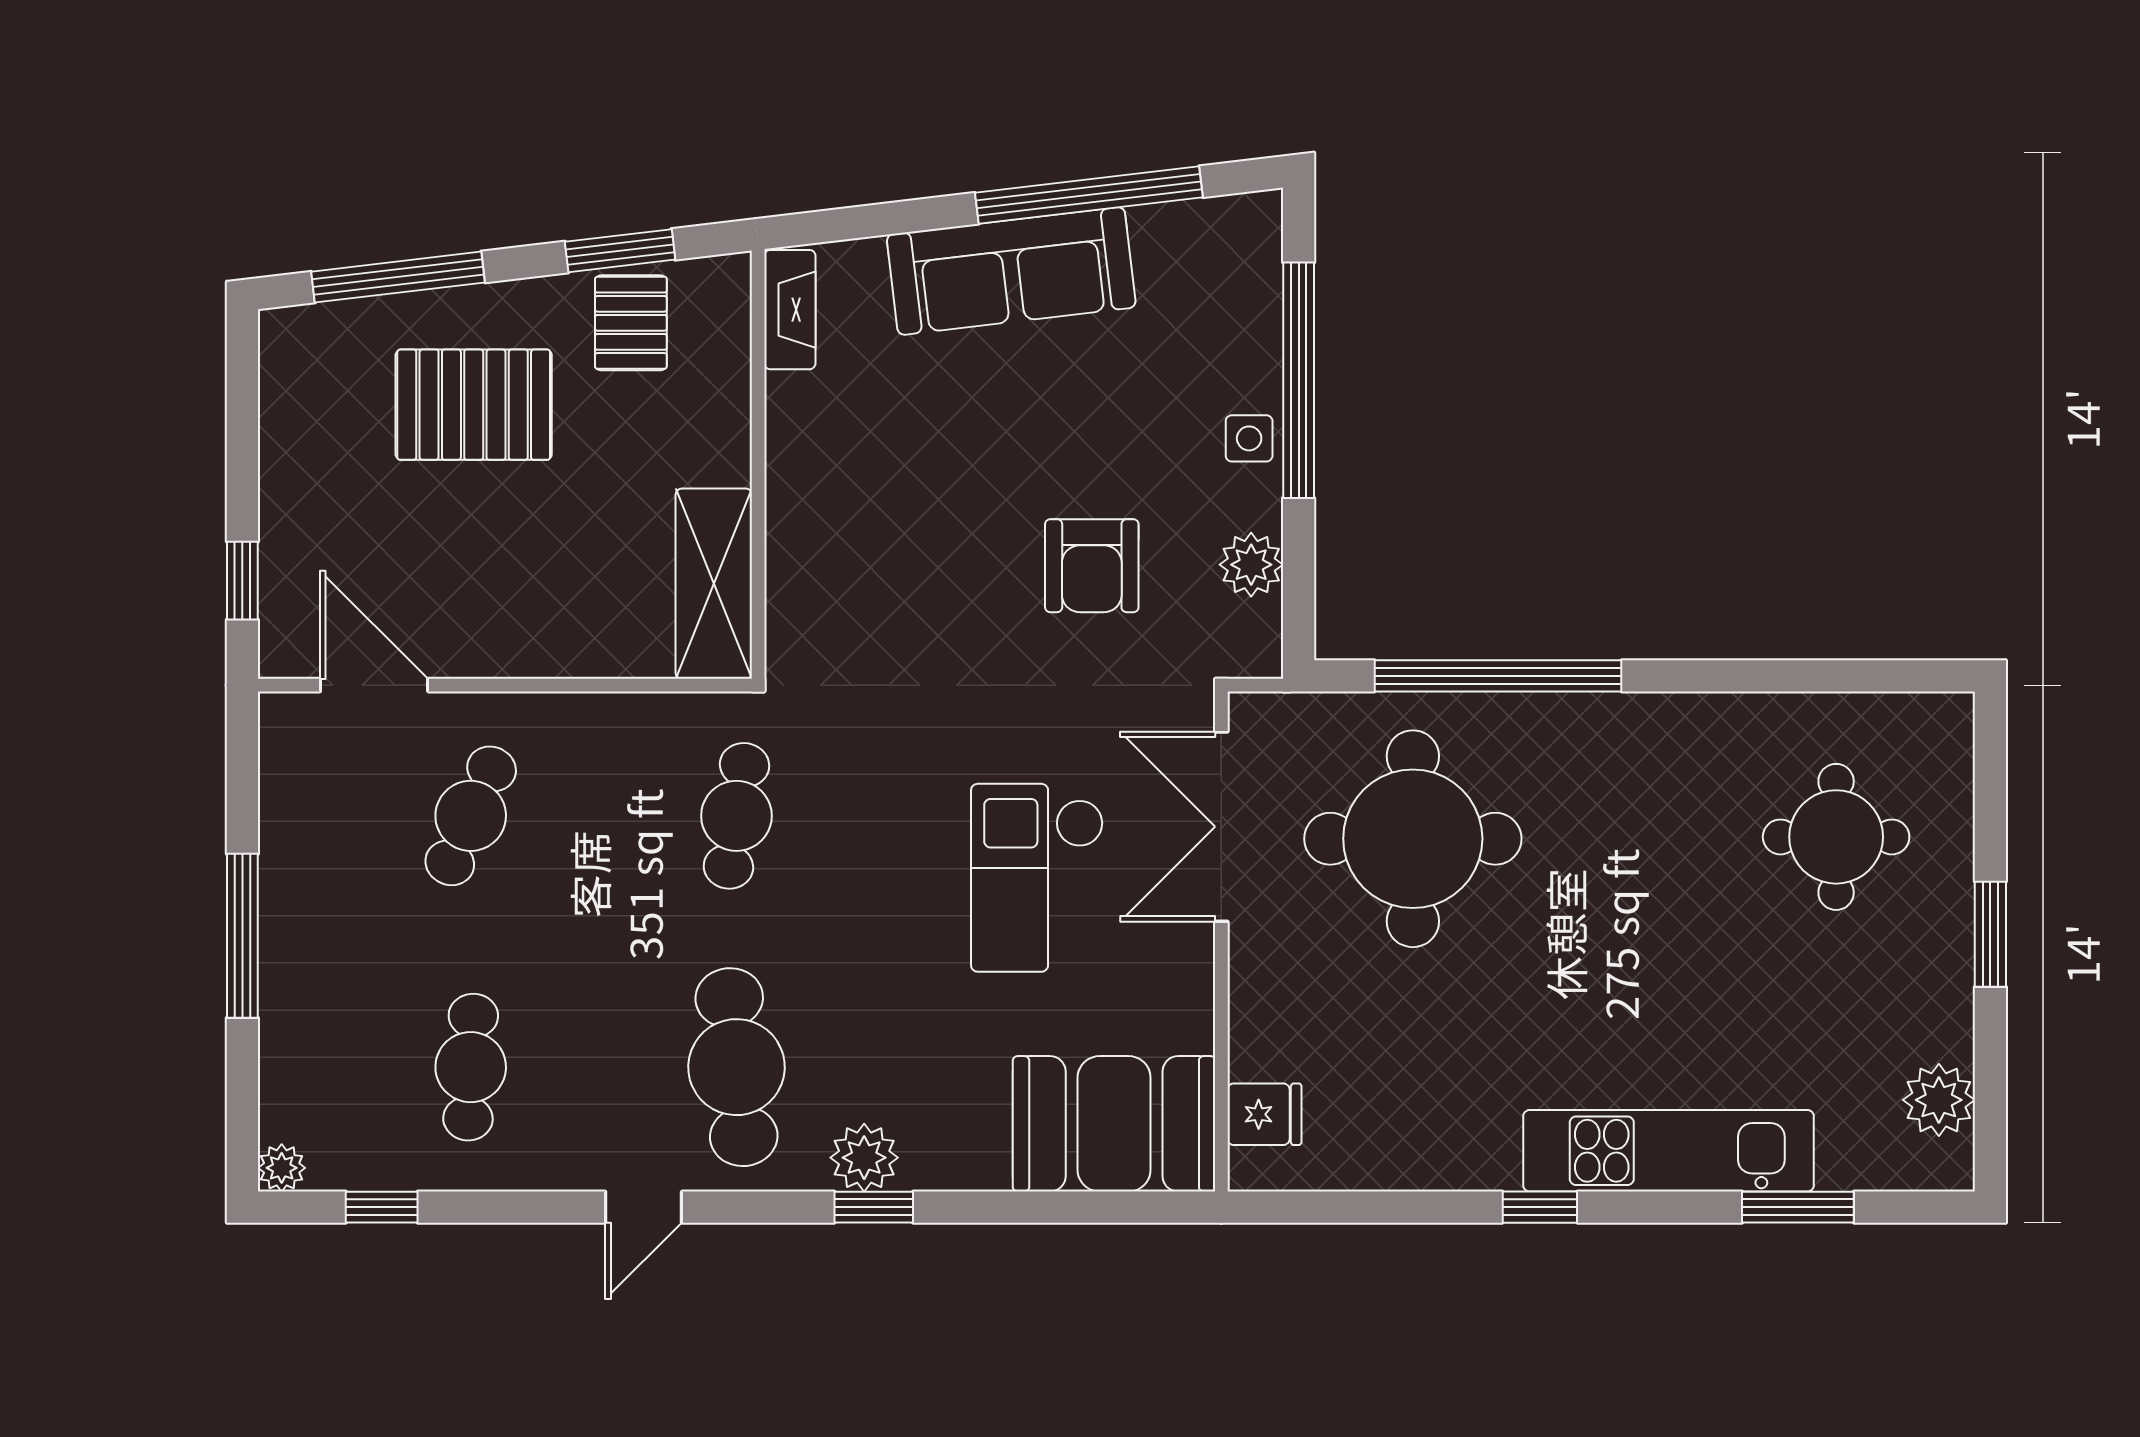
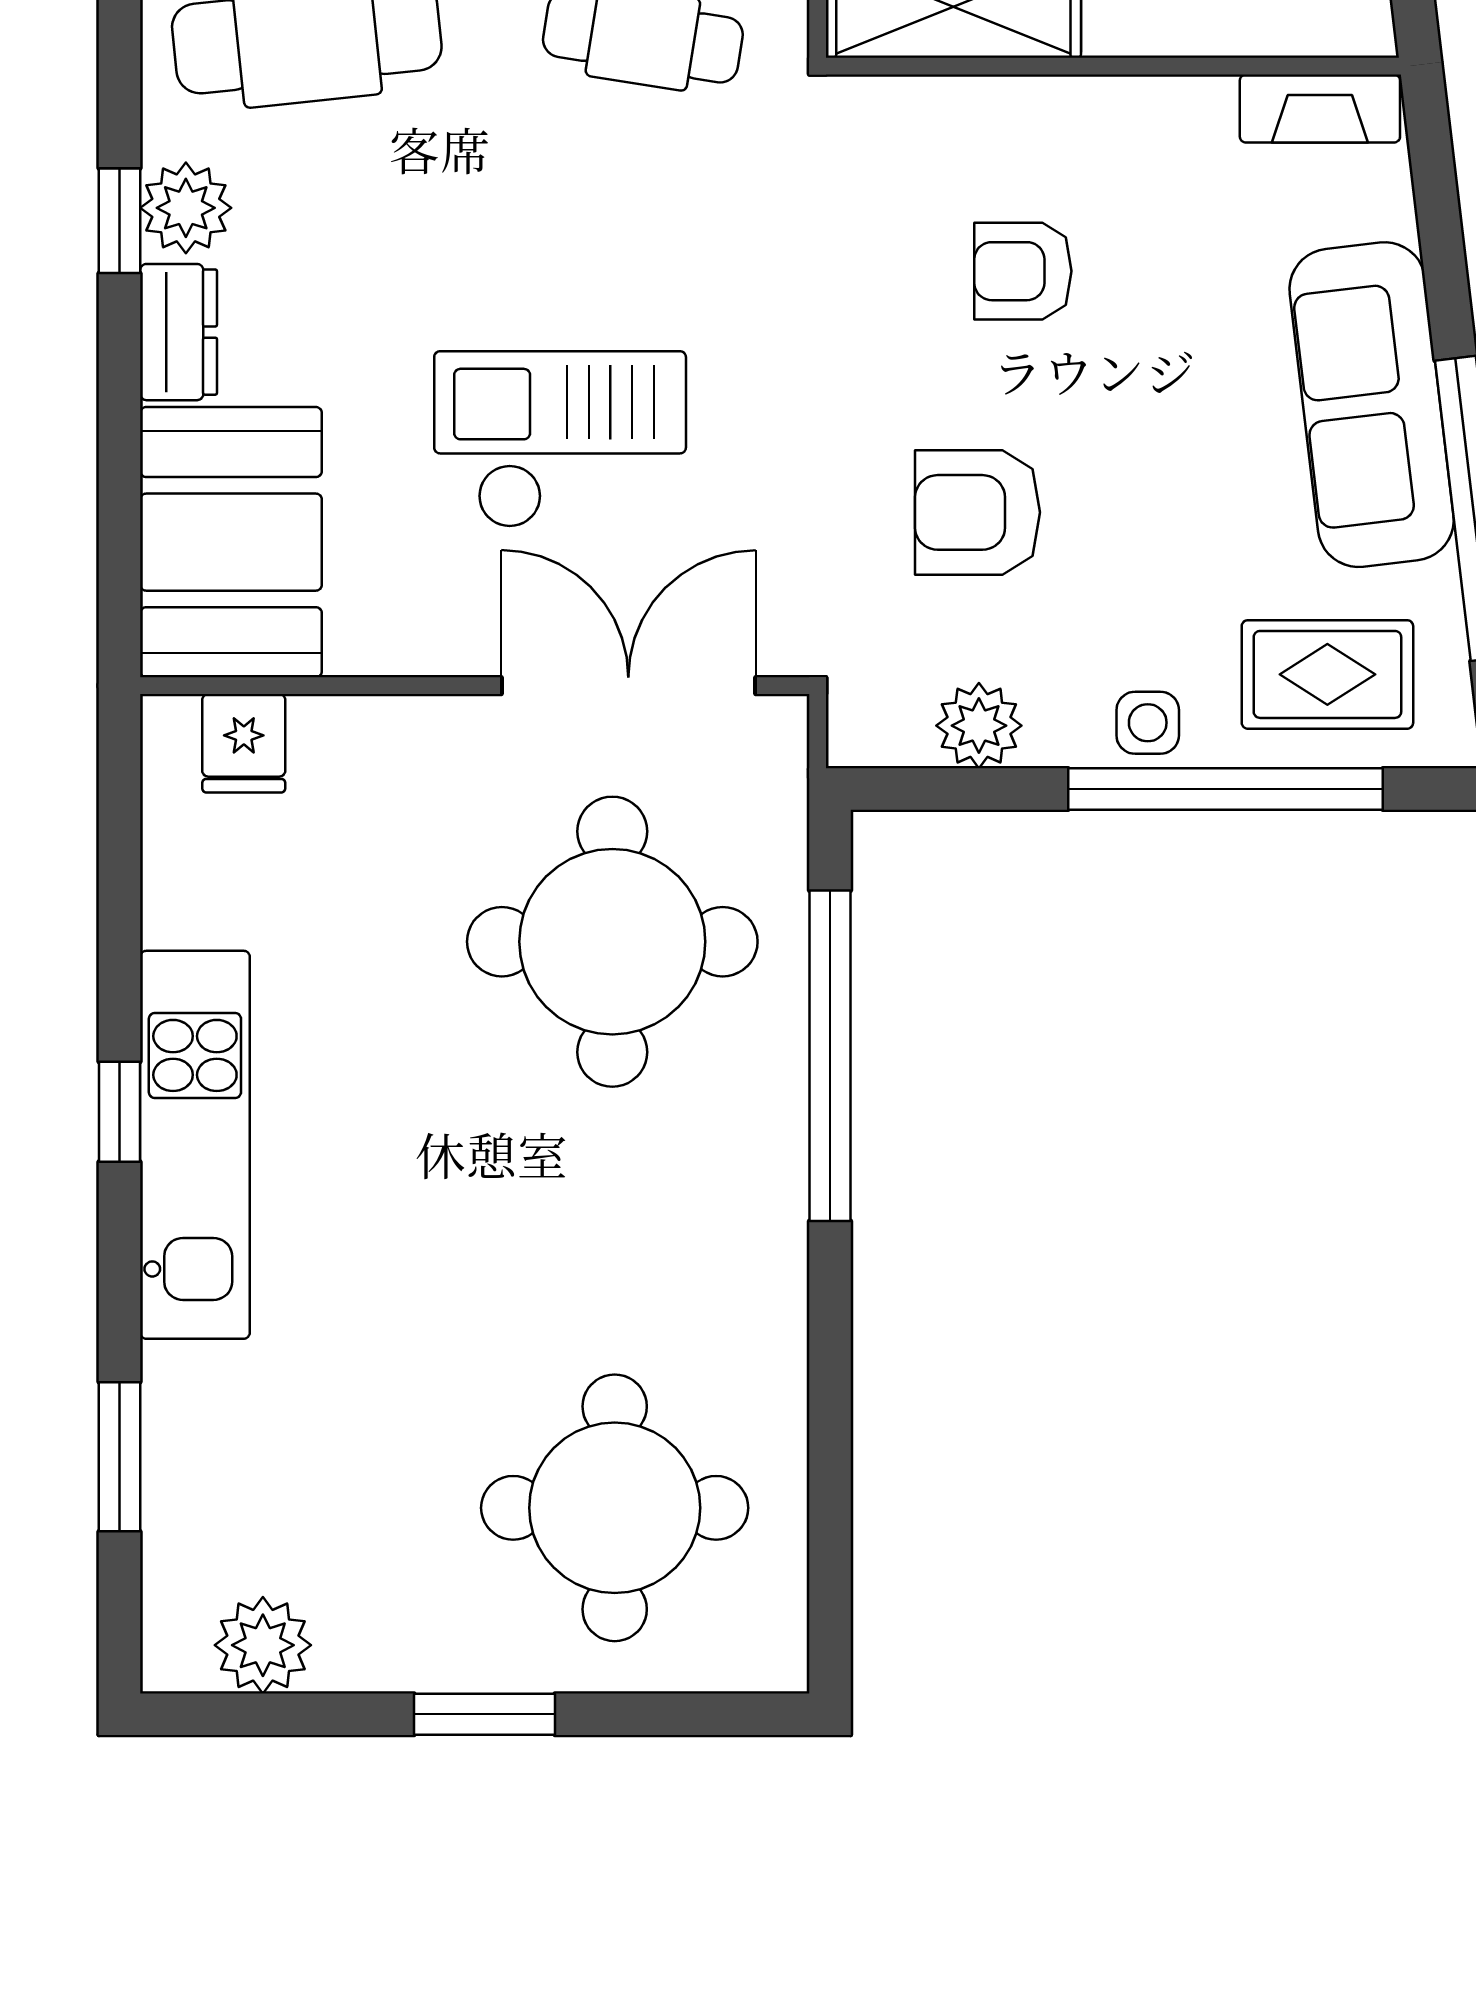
rug: (1213, 304) -> (1327, 674), added
armchair: (911, 532) -> (1023, 271), added
round table: (1836, 837) -> (615, 1508), width x1.36, depth x1.36
kitchen unit: (1669, 1151) -> (195, 1145), moved
dresser: (957, 1163) -> (179, 332), added

